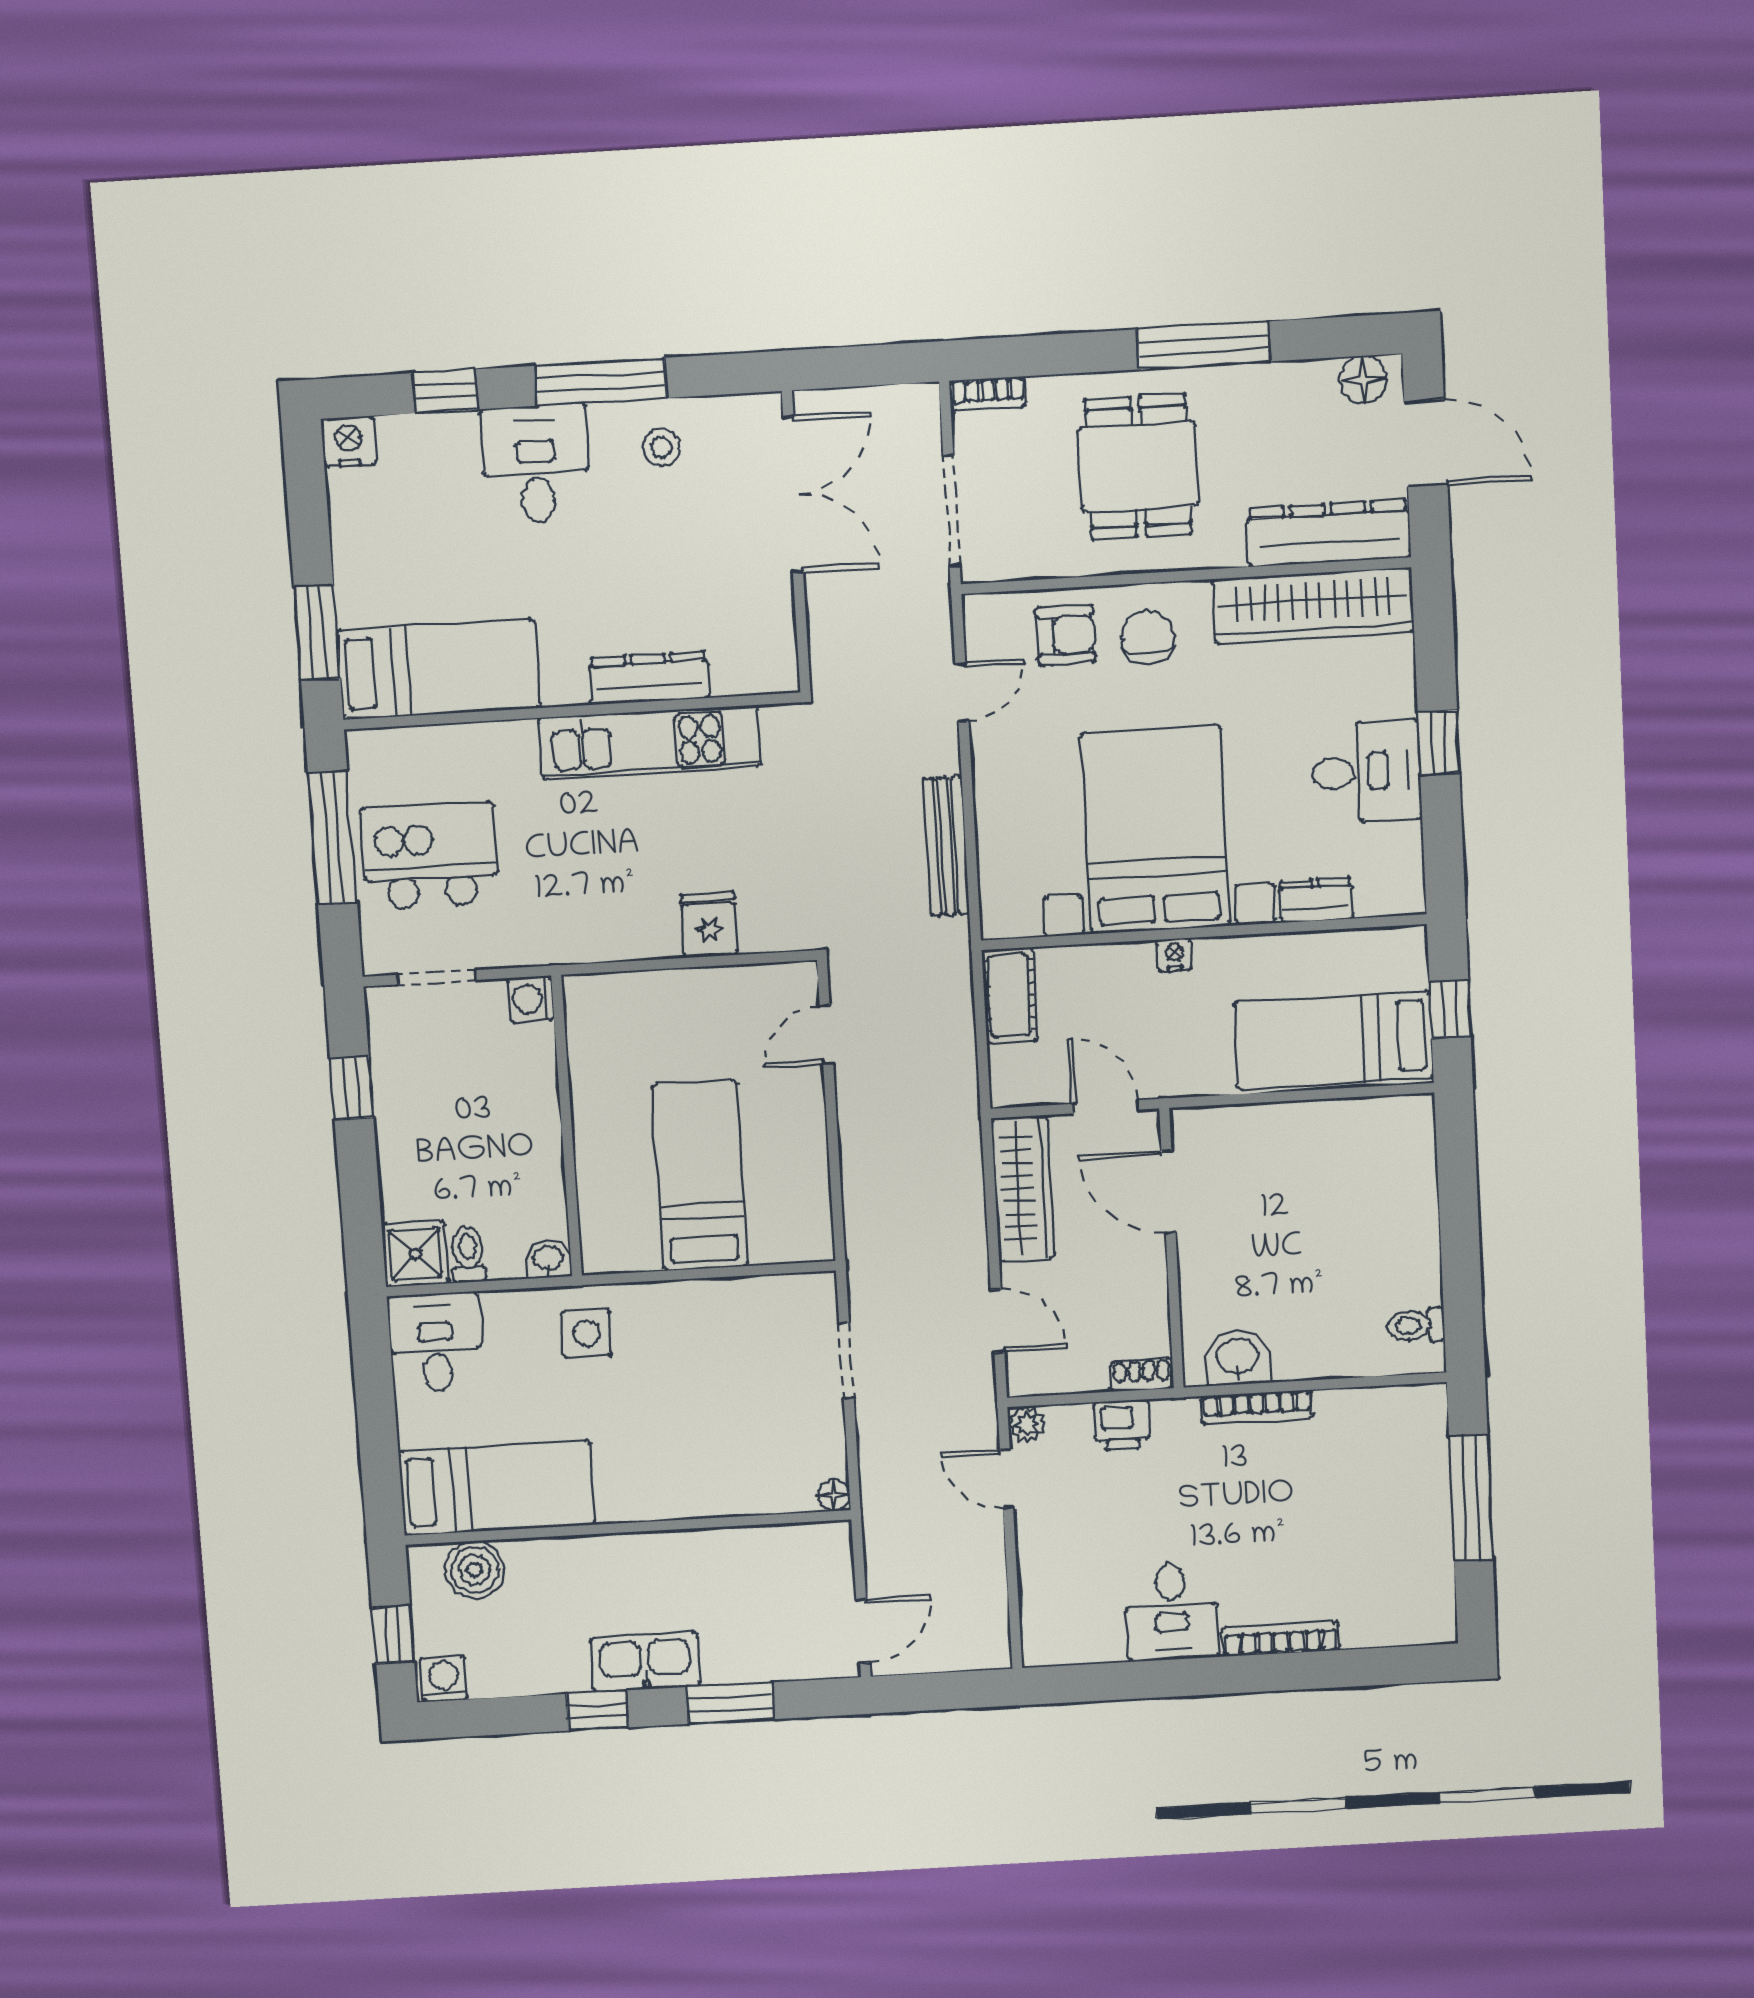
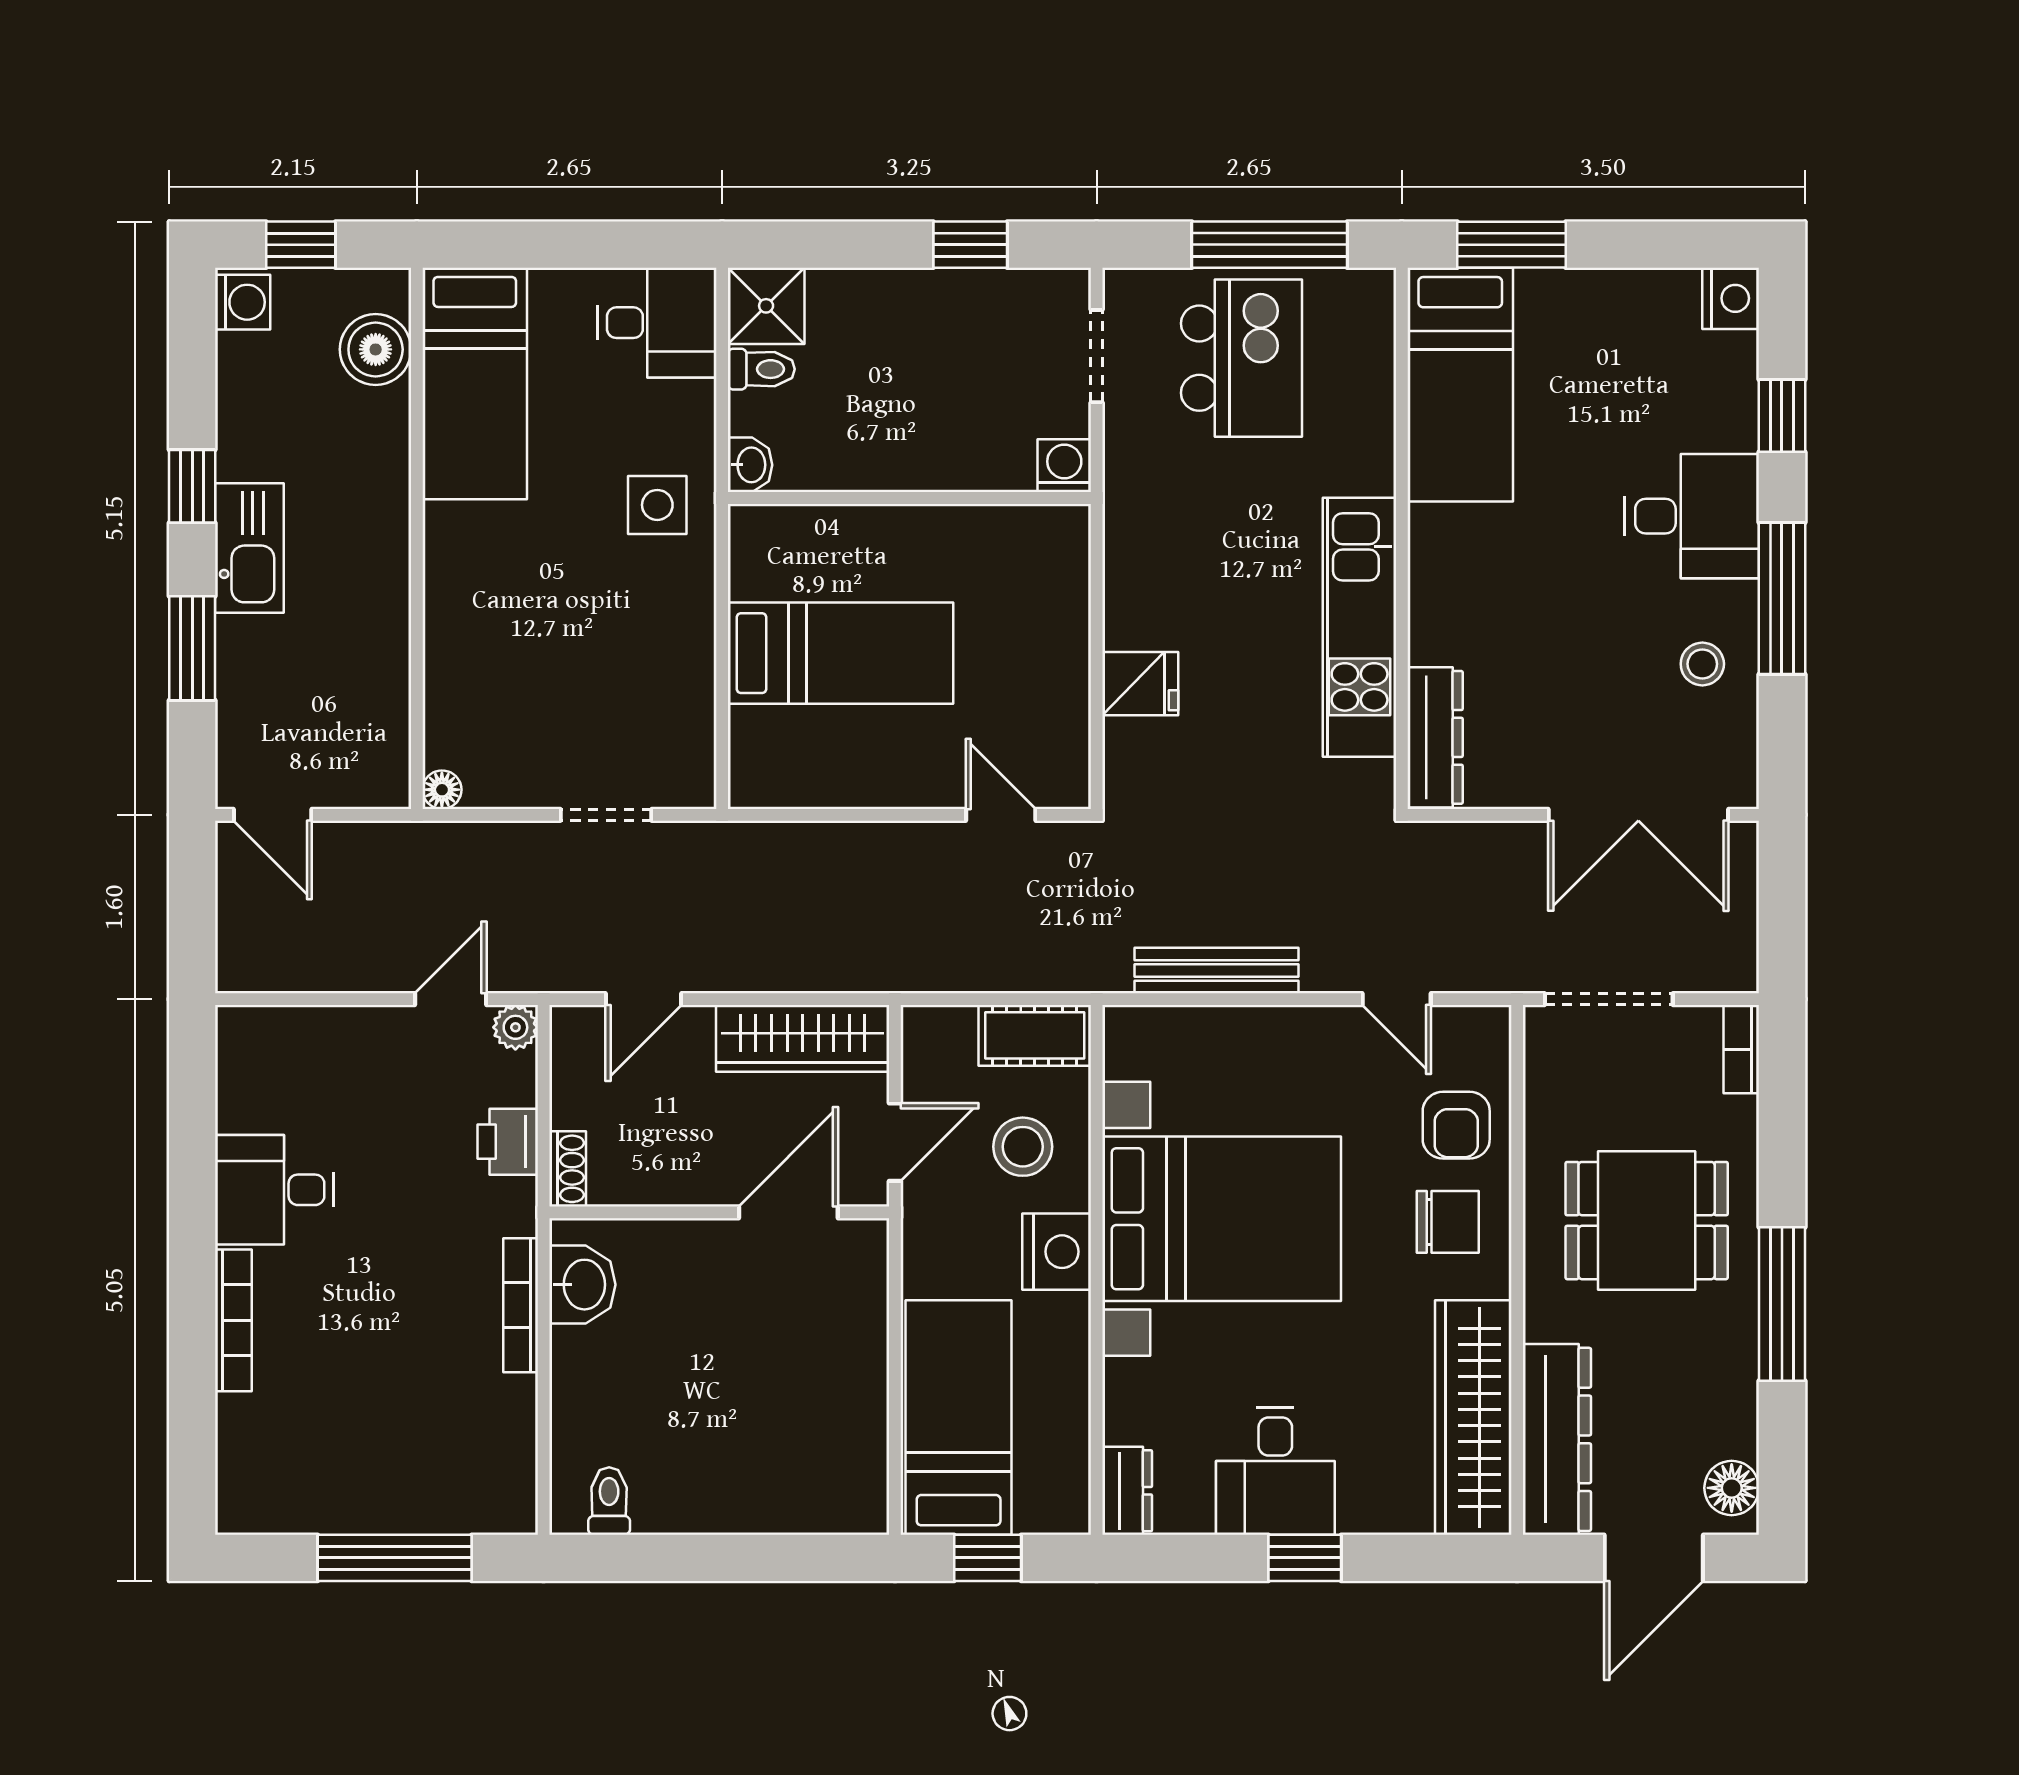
dresser: (649, 678) -> (1435, 737), moved
dresser: (1316, 900) -> (1127, 1491), moved
nightstand: (1174, 955) -> (1057, 1252), width x1.89, depth x1.79
stool: (1103, 1000) -> (1023, 1147), added

